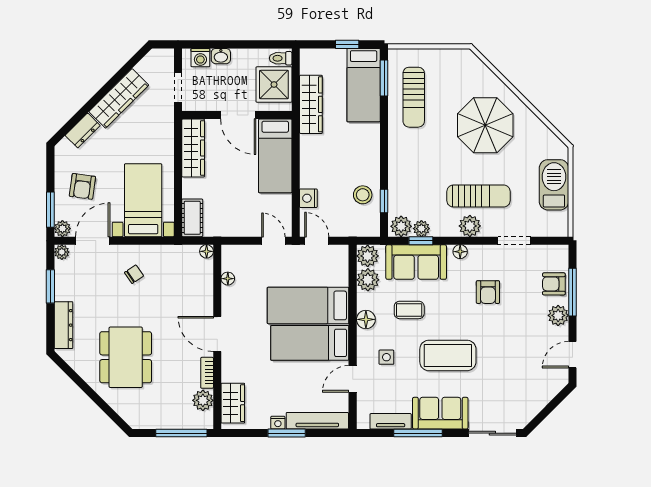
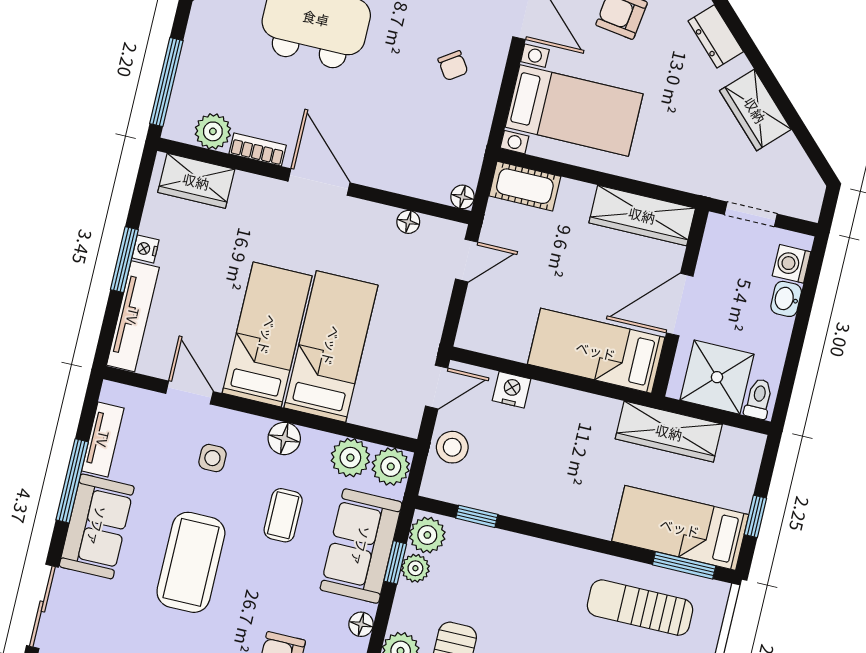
wardrobe: (119, 98) -> (755, 110), width x0.67
stool: (363, 195) -> (452, 447), moved
door: (273, 241) -> (467, 261), moved
door: (217, 334) -> (319, 182), hinge flipped

